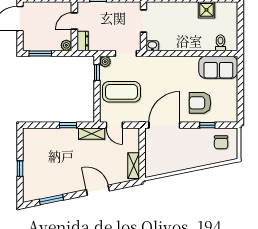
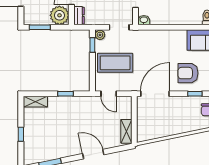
plant: (66, 45) -> (59, 15), width x1.87, depth x1.87
shelving: (92, 134) -> (35, 102), moved

